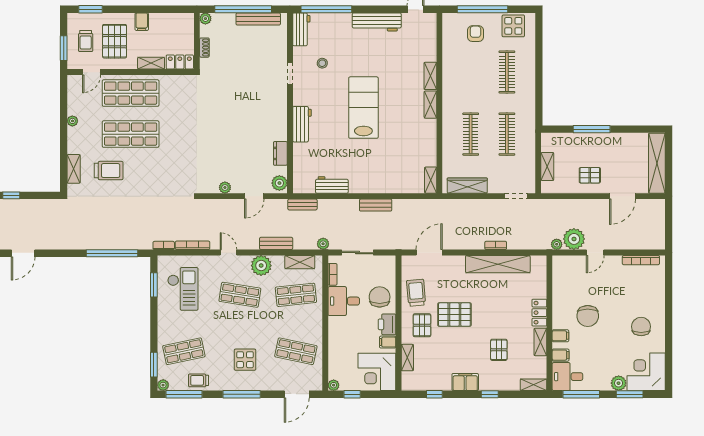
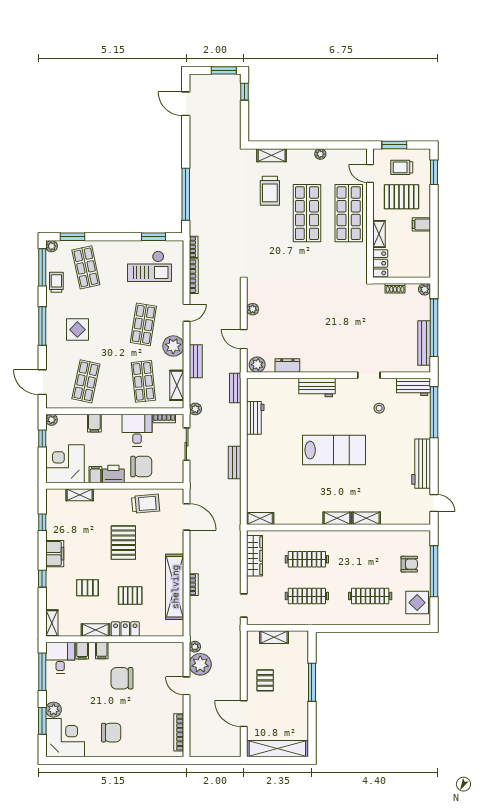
pallet: (422, 325) -> (130, 596), moved
filing cabinet: (337, 343) -> (94, 423), added

